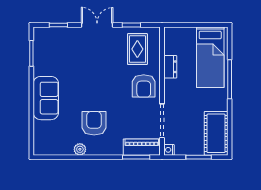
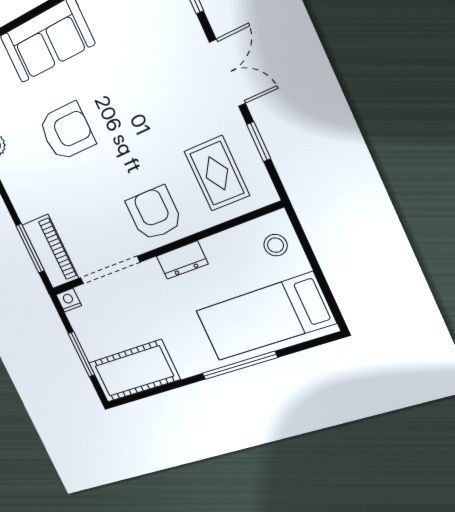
stool: (179, 38) -> (276, 245), added
rug: (137, 49) -> (217, 173), turned 90
dresser: (170, 67) -> (182, 260), moved
armchair: (144, 86) -> (154, 213), turned 90
armchair: (94, 123) -> (67, 131), moved

